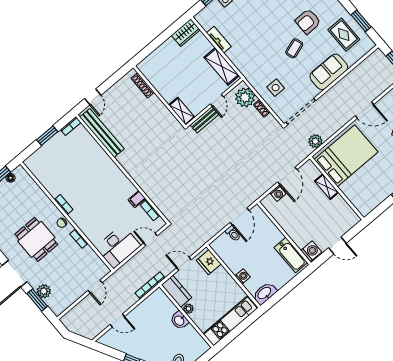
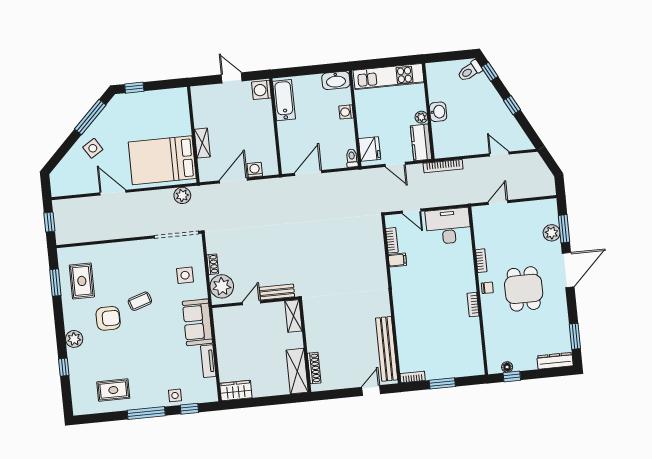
shelving: (222, 66) -> (297, 371), moved
sofa: (329, 72) -> (197, 322), moved, turned 90
toilet: (233, 234) -> (352, 158), moved

